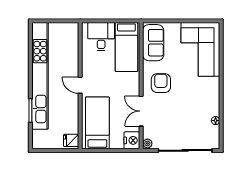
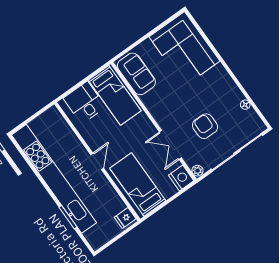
armchair: (161, 83) -> (205, 126), moved
door: (80, 85) -> (97, 161), swing flipped

